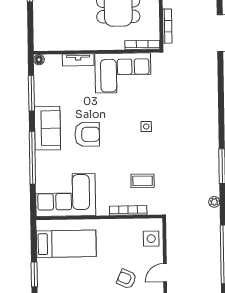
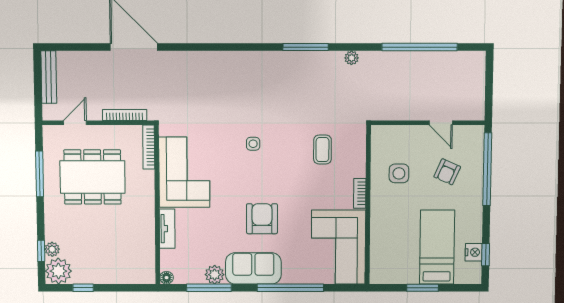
plant: (42, 98) -> (215, 275), added
bookcase: (128, 210) -> (360, 193), moved, width x0.64
side table: (151, 239) -> (399, 173), moved
bed: (66, 244) -> (437, 247), moved
window: (34, 274) -> (423, 288), moved

